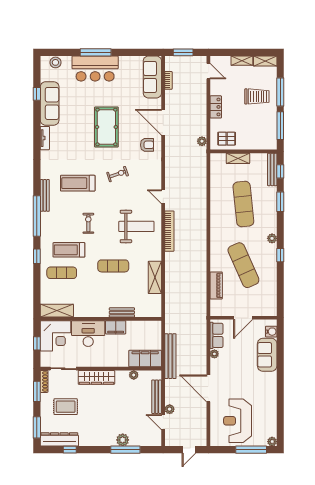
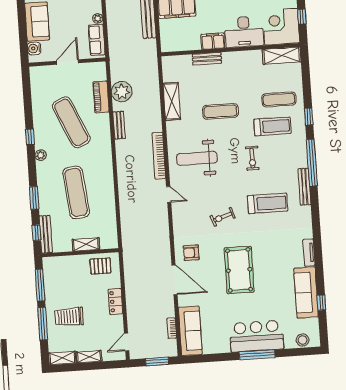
door: (208, 71) -> (127, 342), hinge flipped
plant: (202, 141) -> (122, 92), moved, width x1.87, depth x1.87
bench: (202, 260) -> (119, 125), added

